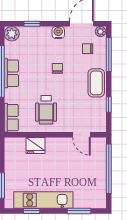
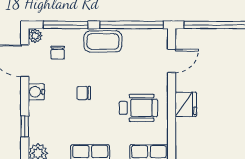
window: (109, 105) -> (132, 25), width x3.17
fridge: (35, 145) -> (186, 104), moved

